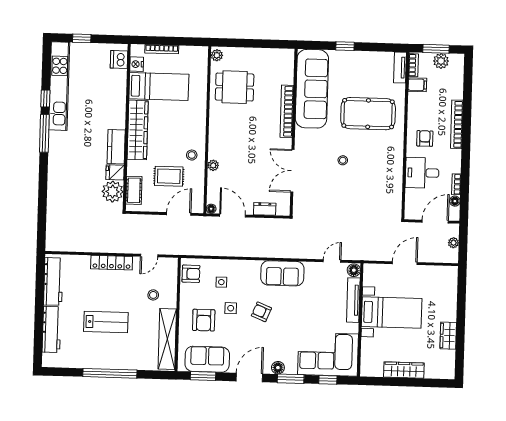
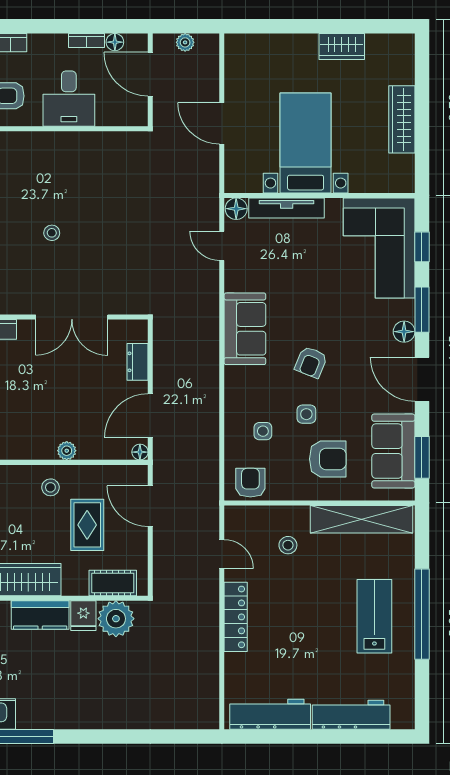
lab bench: (106, 322) -> (374, 616), moved

